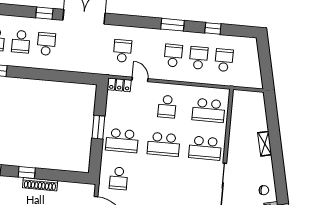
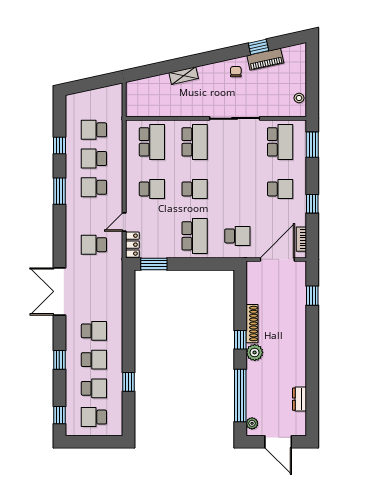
window: (44, 13) -> (59, 360), moved
school desk: (46, 44) -> (94, 331), turned 180
window: (98, 127) -> (154, 264), moved
school desk: (164, 144) -> (195, 189), width x0.54
plant: (14, 184) -> (255, 352), added

